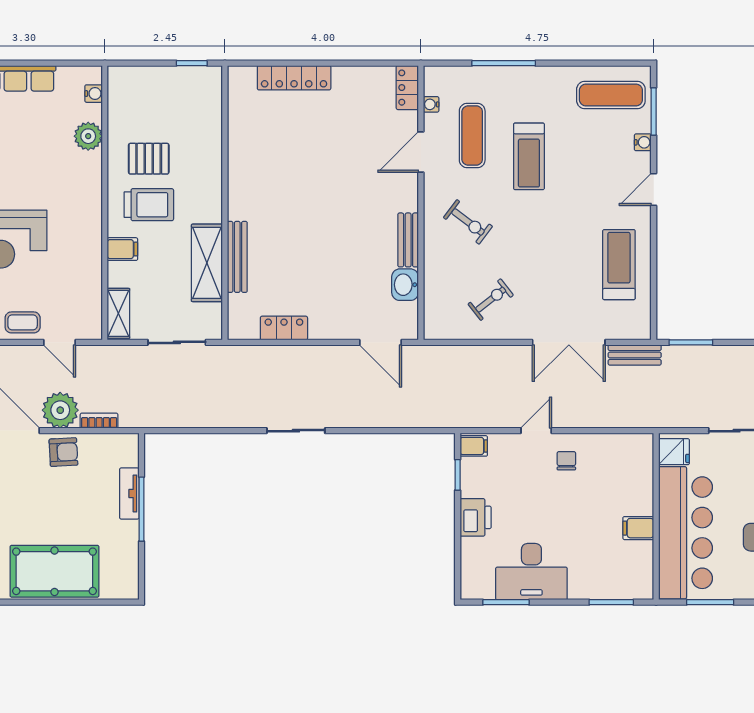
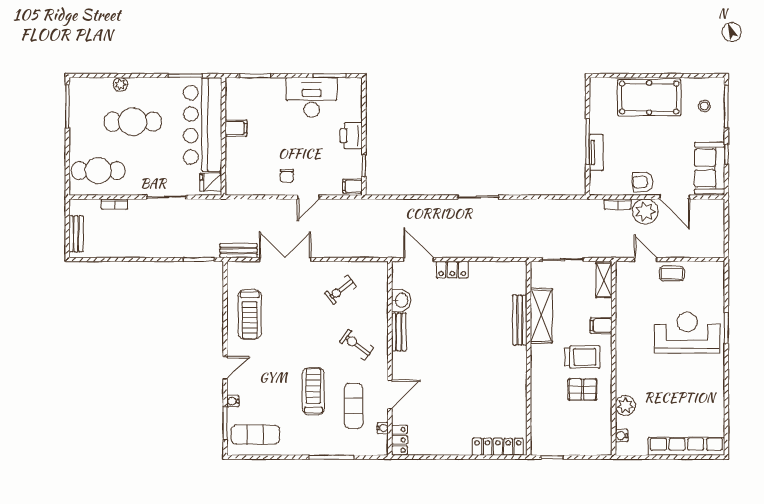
locker: (294, 78) -> (498, 447), moved
trolley: (149, 205) -> (582, 357), turned 180
locker: (284, 328) -> (452, 270), moved

